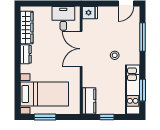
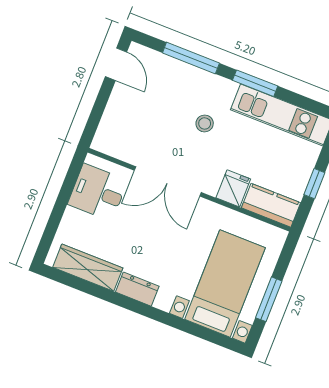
fridge: (90, 13) -> (233, 188), moved
window: (143, 90) -> (255, 83), moved

